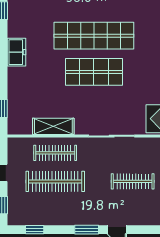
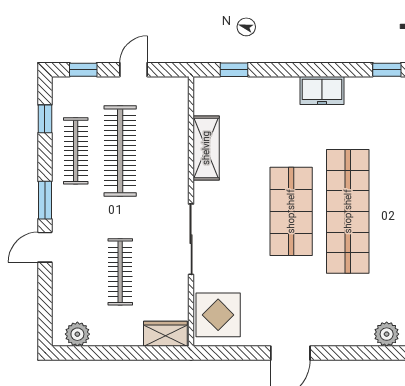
clothes rail: (55, 153) -> (76, 151), moved

